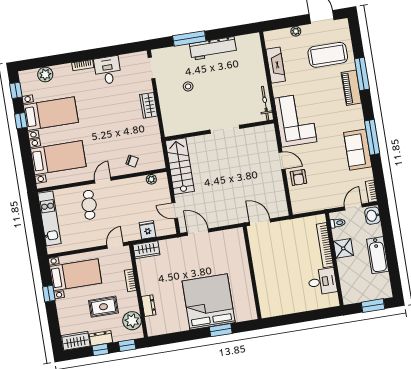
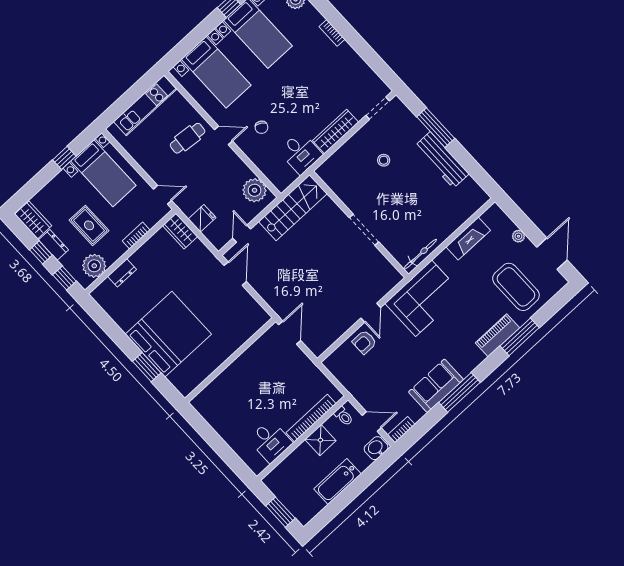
desk: (108, 70) -> (301, 153), moved, turned 90
wardrobe: (149, 105) -> (336, 131), width x1.50
chair: (132, 161) -> (261, 127), moved
plant: (151, 179) -> (255, 190), width x1.87, depth x1.87

